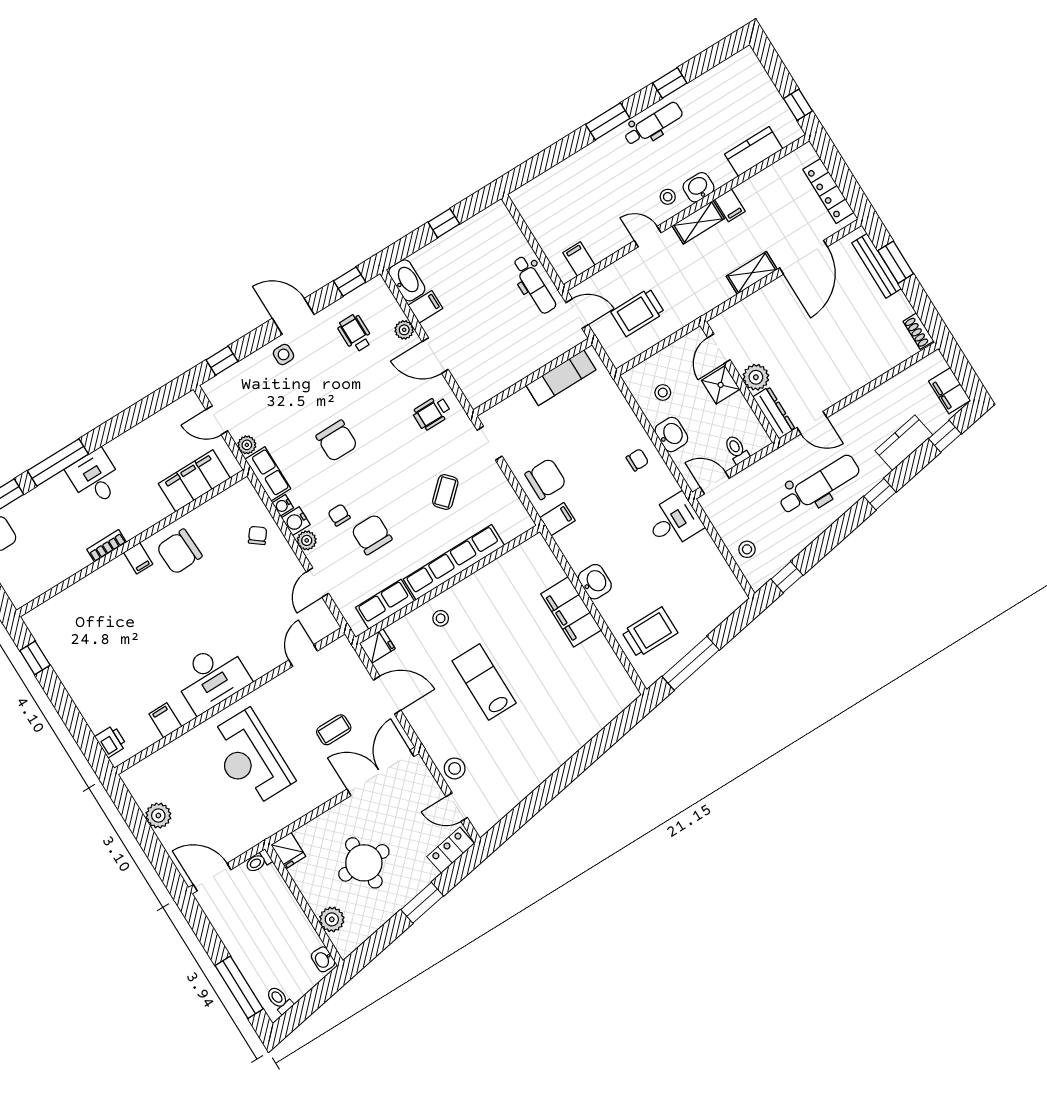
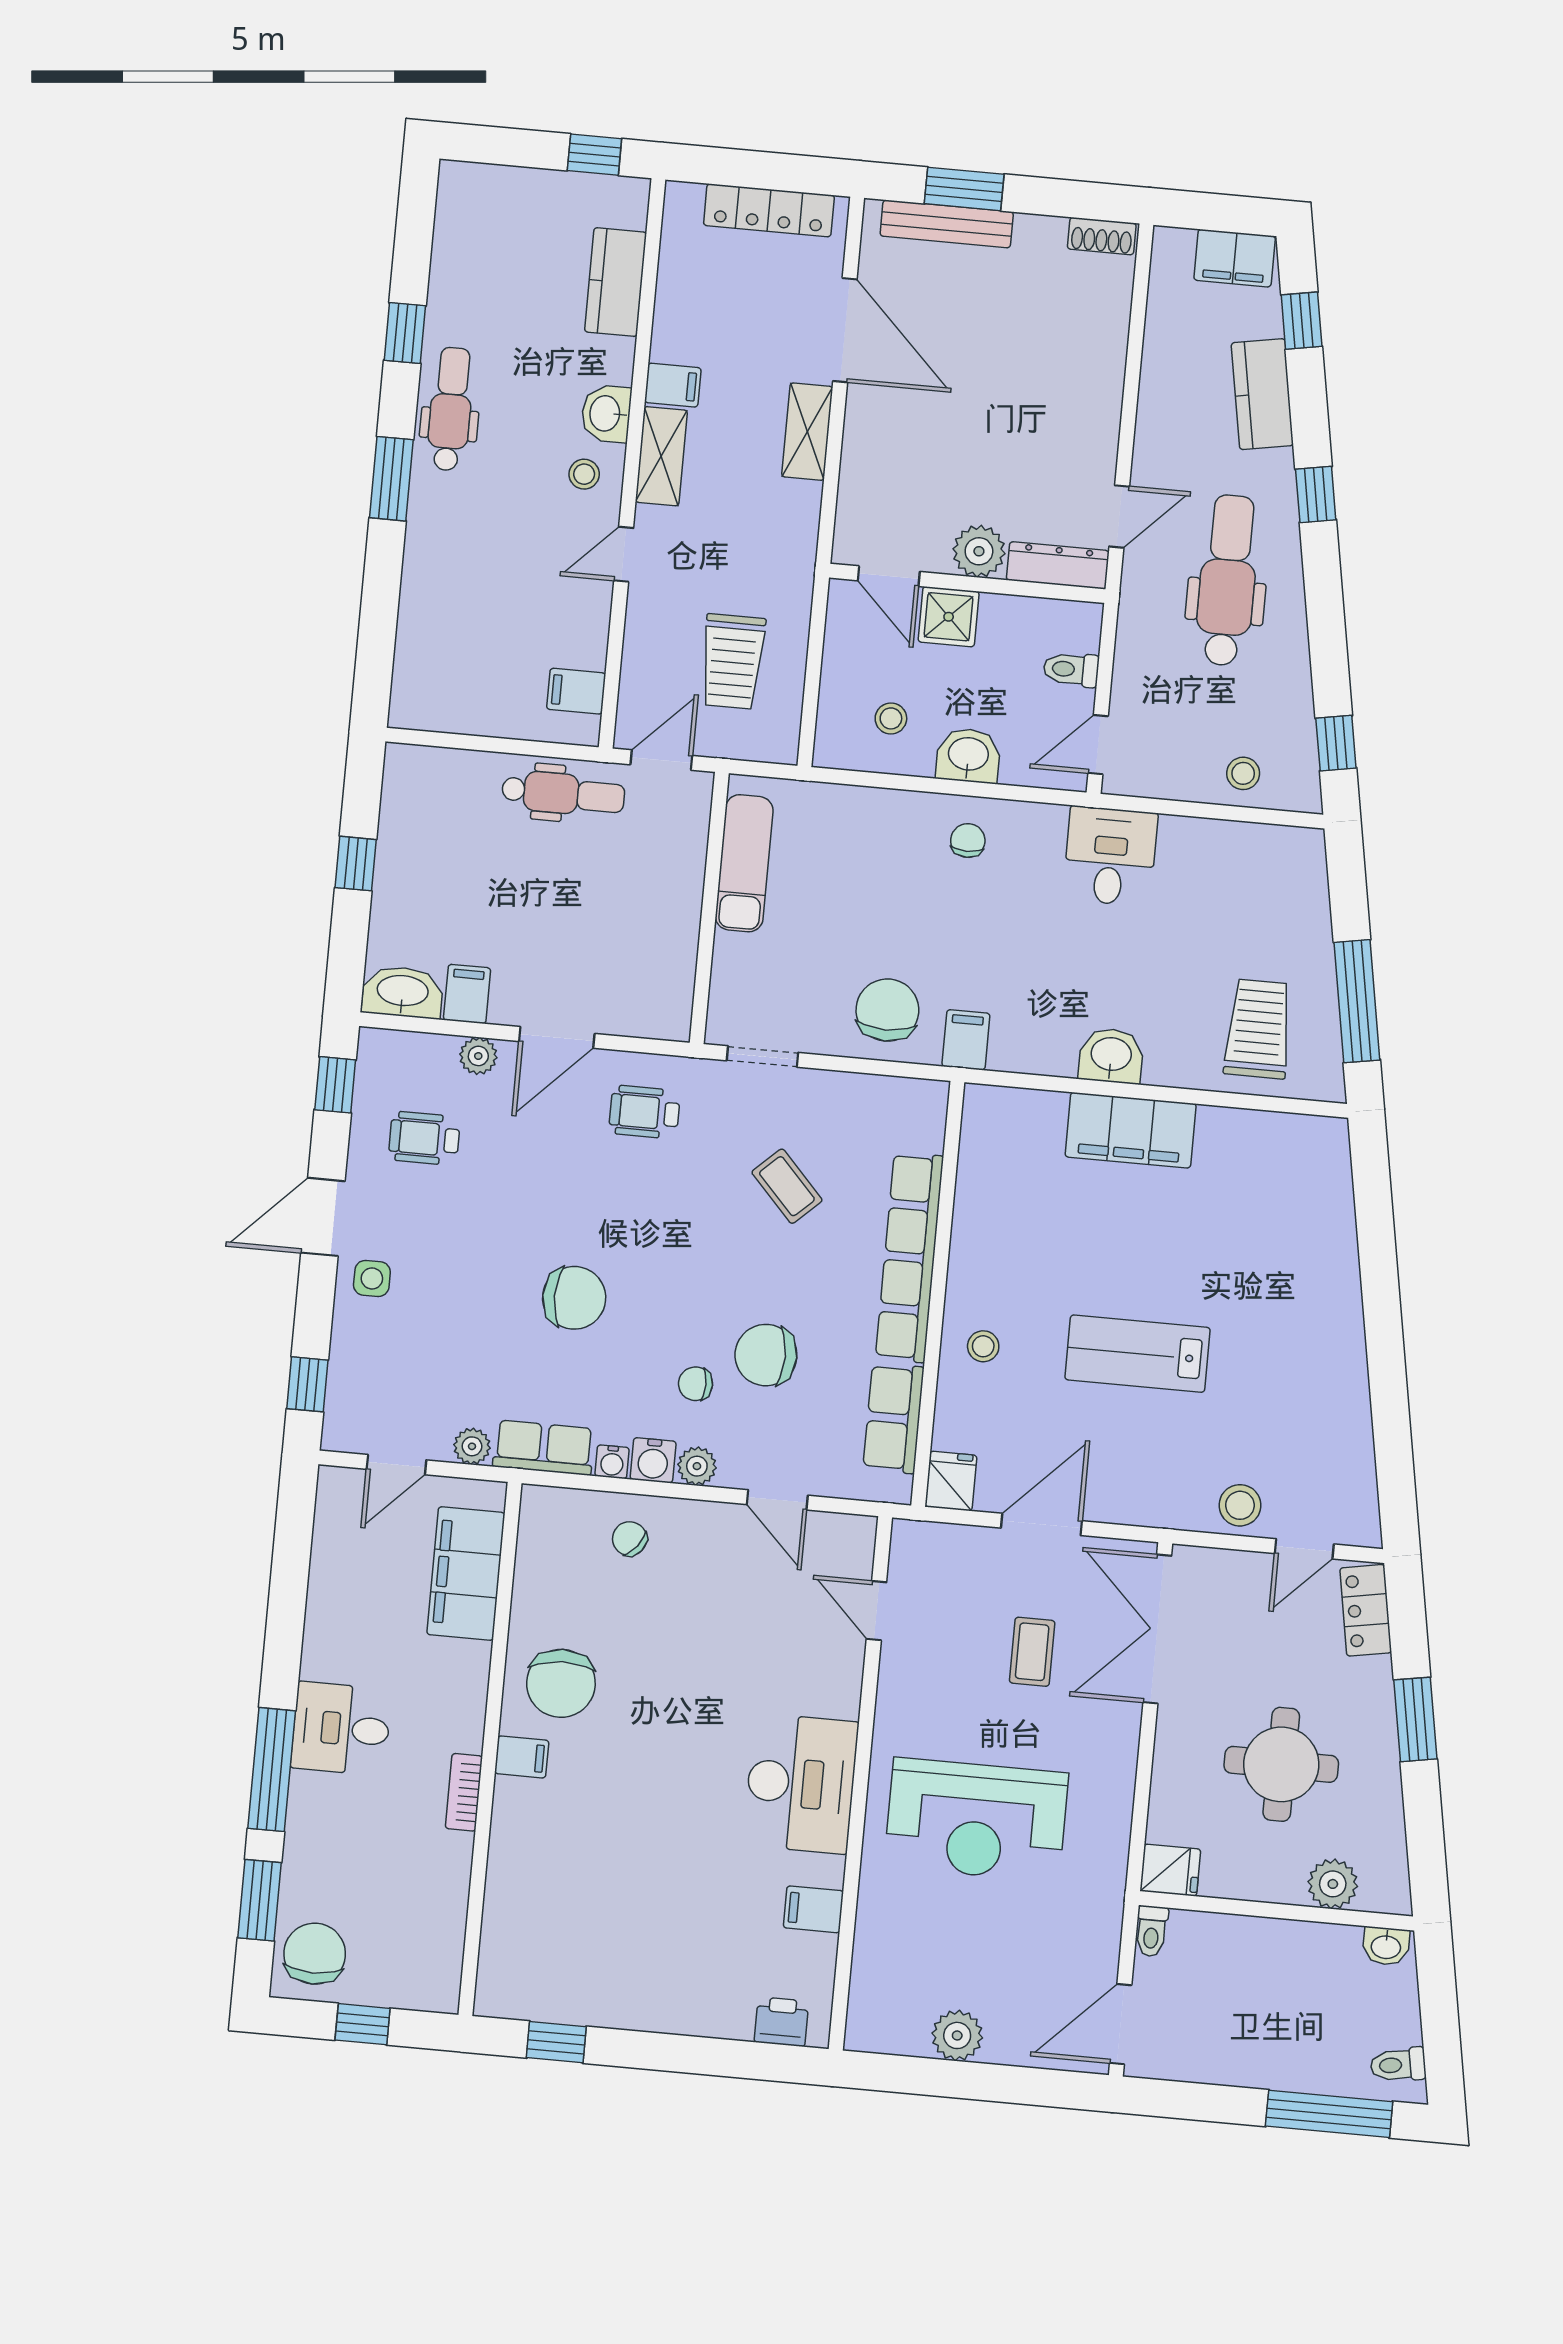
wheelchair: (432, 413) -> (645, 1112), turned 90

